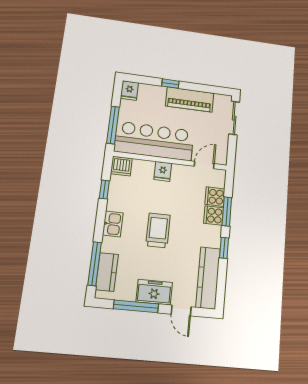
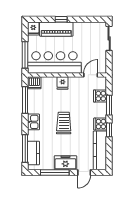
piano: (190, 100) -> (56, 29), moved
window: (104, 190) -> (25, 100), width x2.17
cooker: (214, 215) -> (100, 124), moved
door: (181, 310) -> (84, 173), hinge flipped

